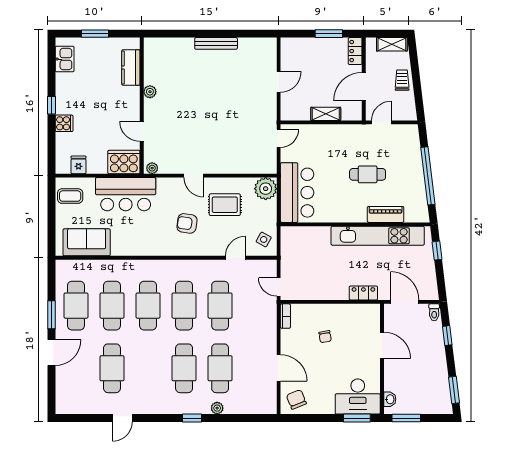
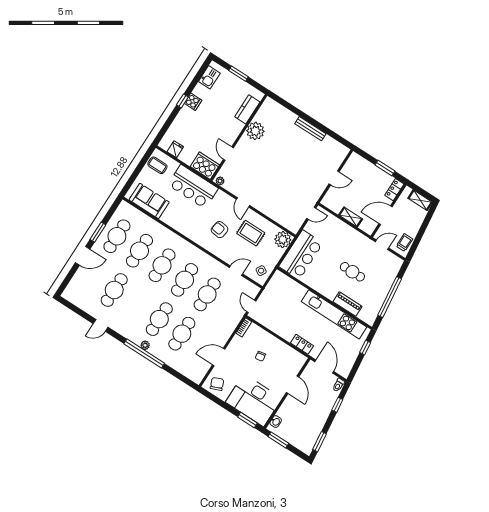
trolley: (402, 80) -> (404, 243), moved
plant: (150, 92) -> (255, 131), width x1.87, depth x1.87
cooker: (64, 123) -> (193, 102), moved
door: (279, 368) -> (219, 357), swing flipped
desk: (358, 397) -> (254, 400), width x1.36, depth x1.30
plant: (217, 408) -> (145, 345), moved
window: (192, 418) -> (144, 353), width x3.17

